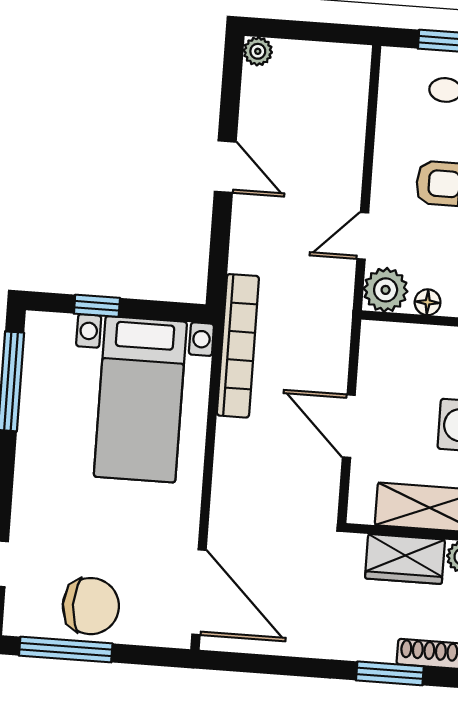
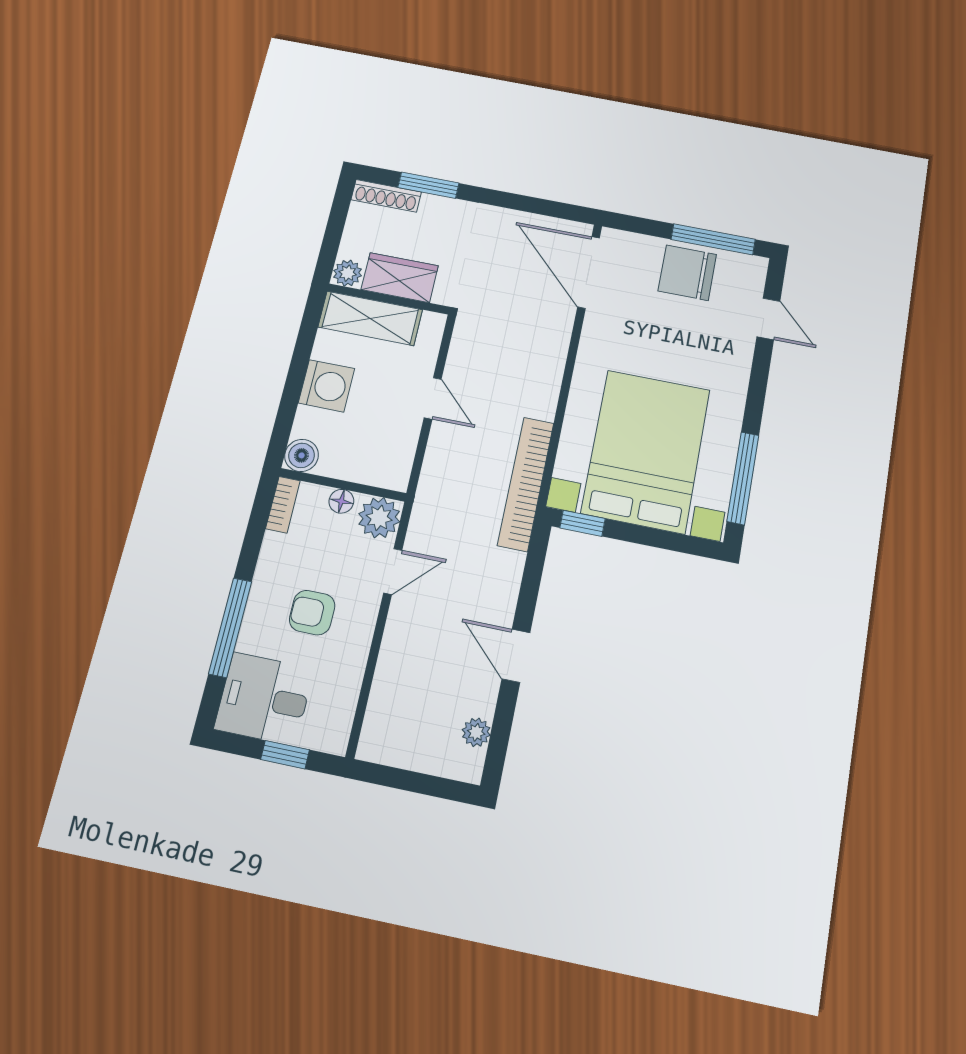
plant: (258, 51) -> (476, 732), moved
window: (97, 306) -> (583, 523), moved
bed with nightstands: (140, 399) -> (646, 451), width x1.36
door: (349, 426) -> (433, 398), width x0.73

